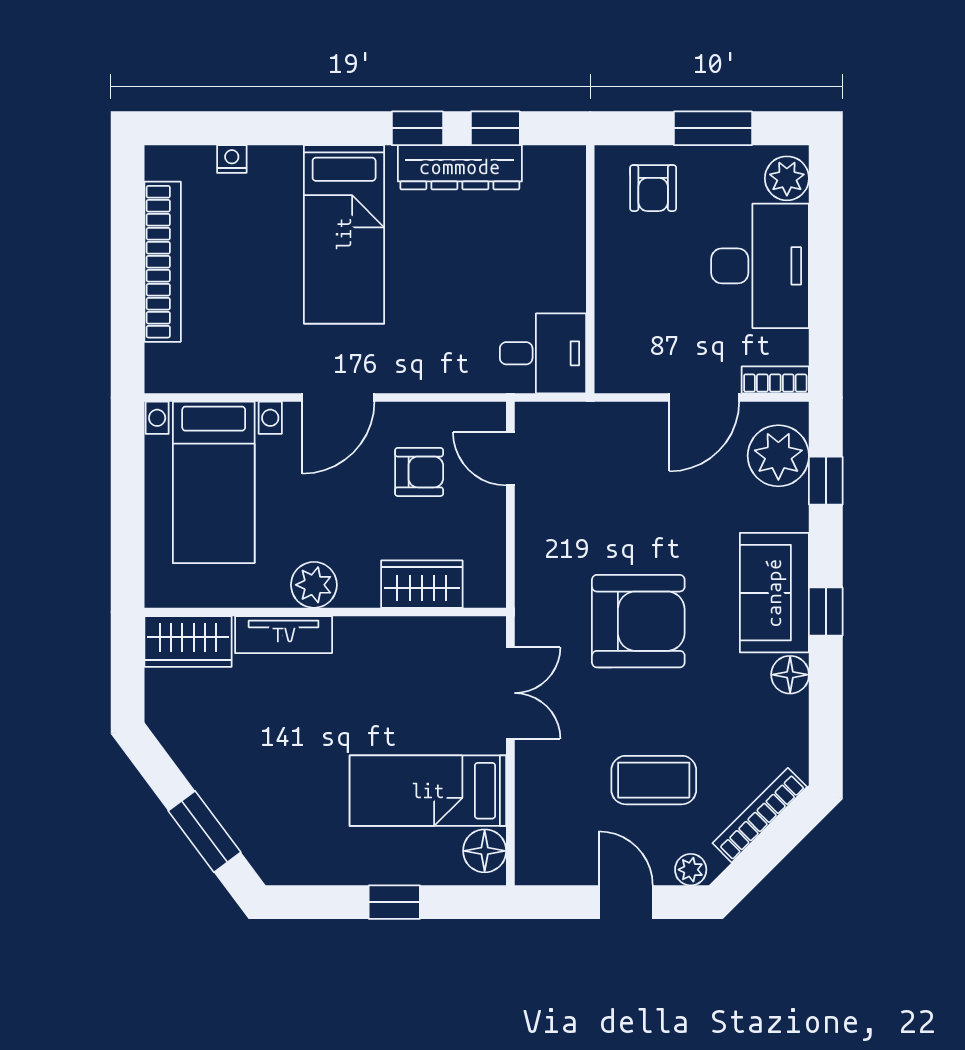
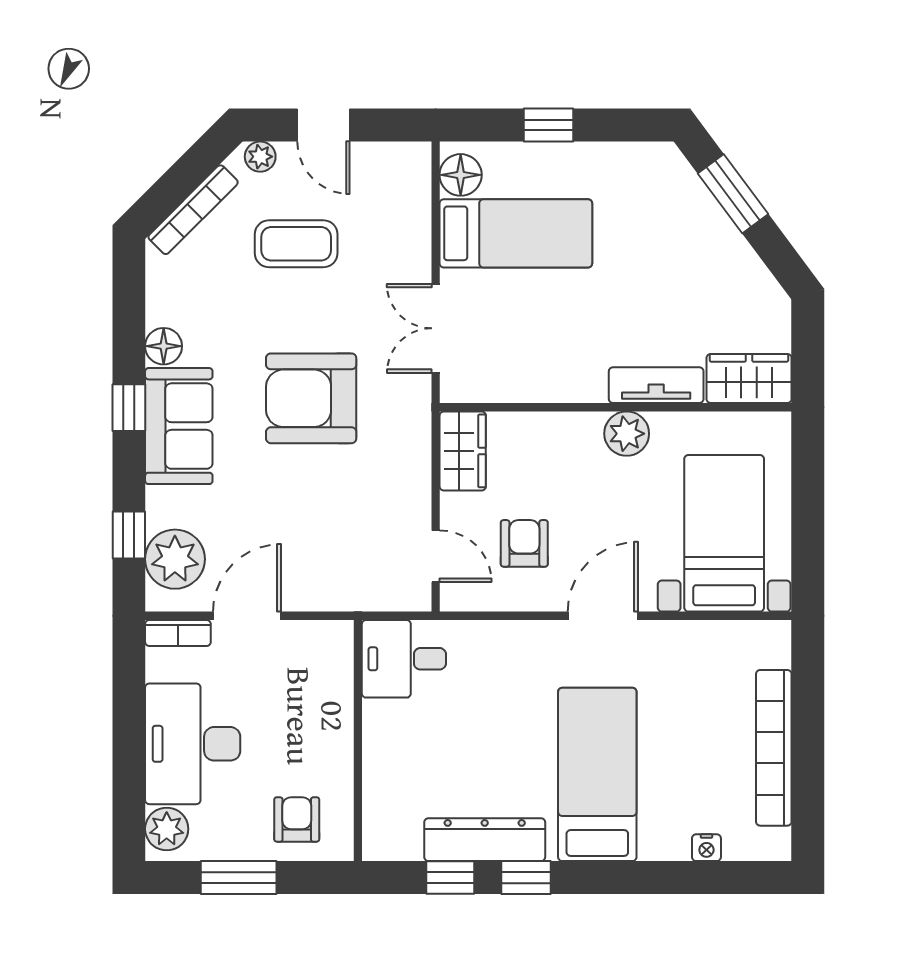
armchair: (419, 472) -> (524, 543), turned 90
wardrobe: (422, 584) -> (463, 451), moved, turned -90

